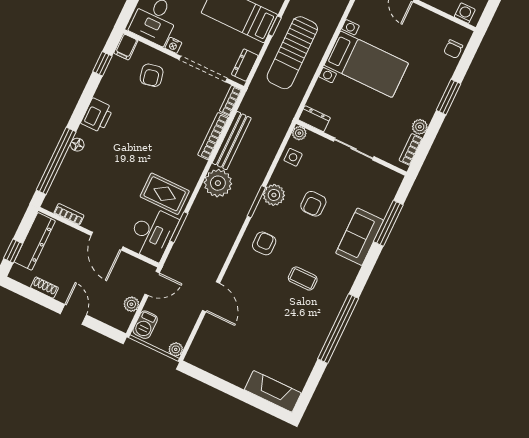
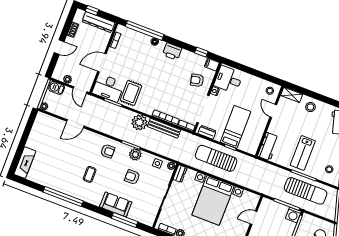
bed with nightstands: (366, 64) -> (213, 200), width x1.36

